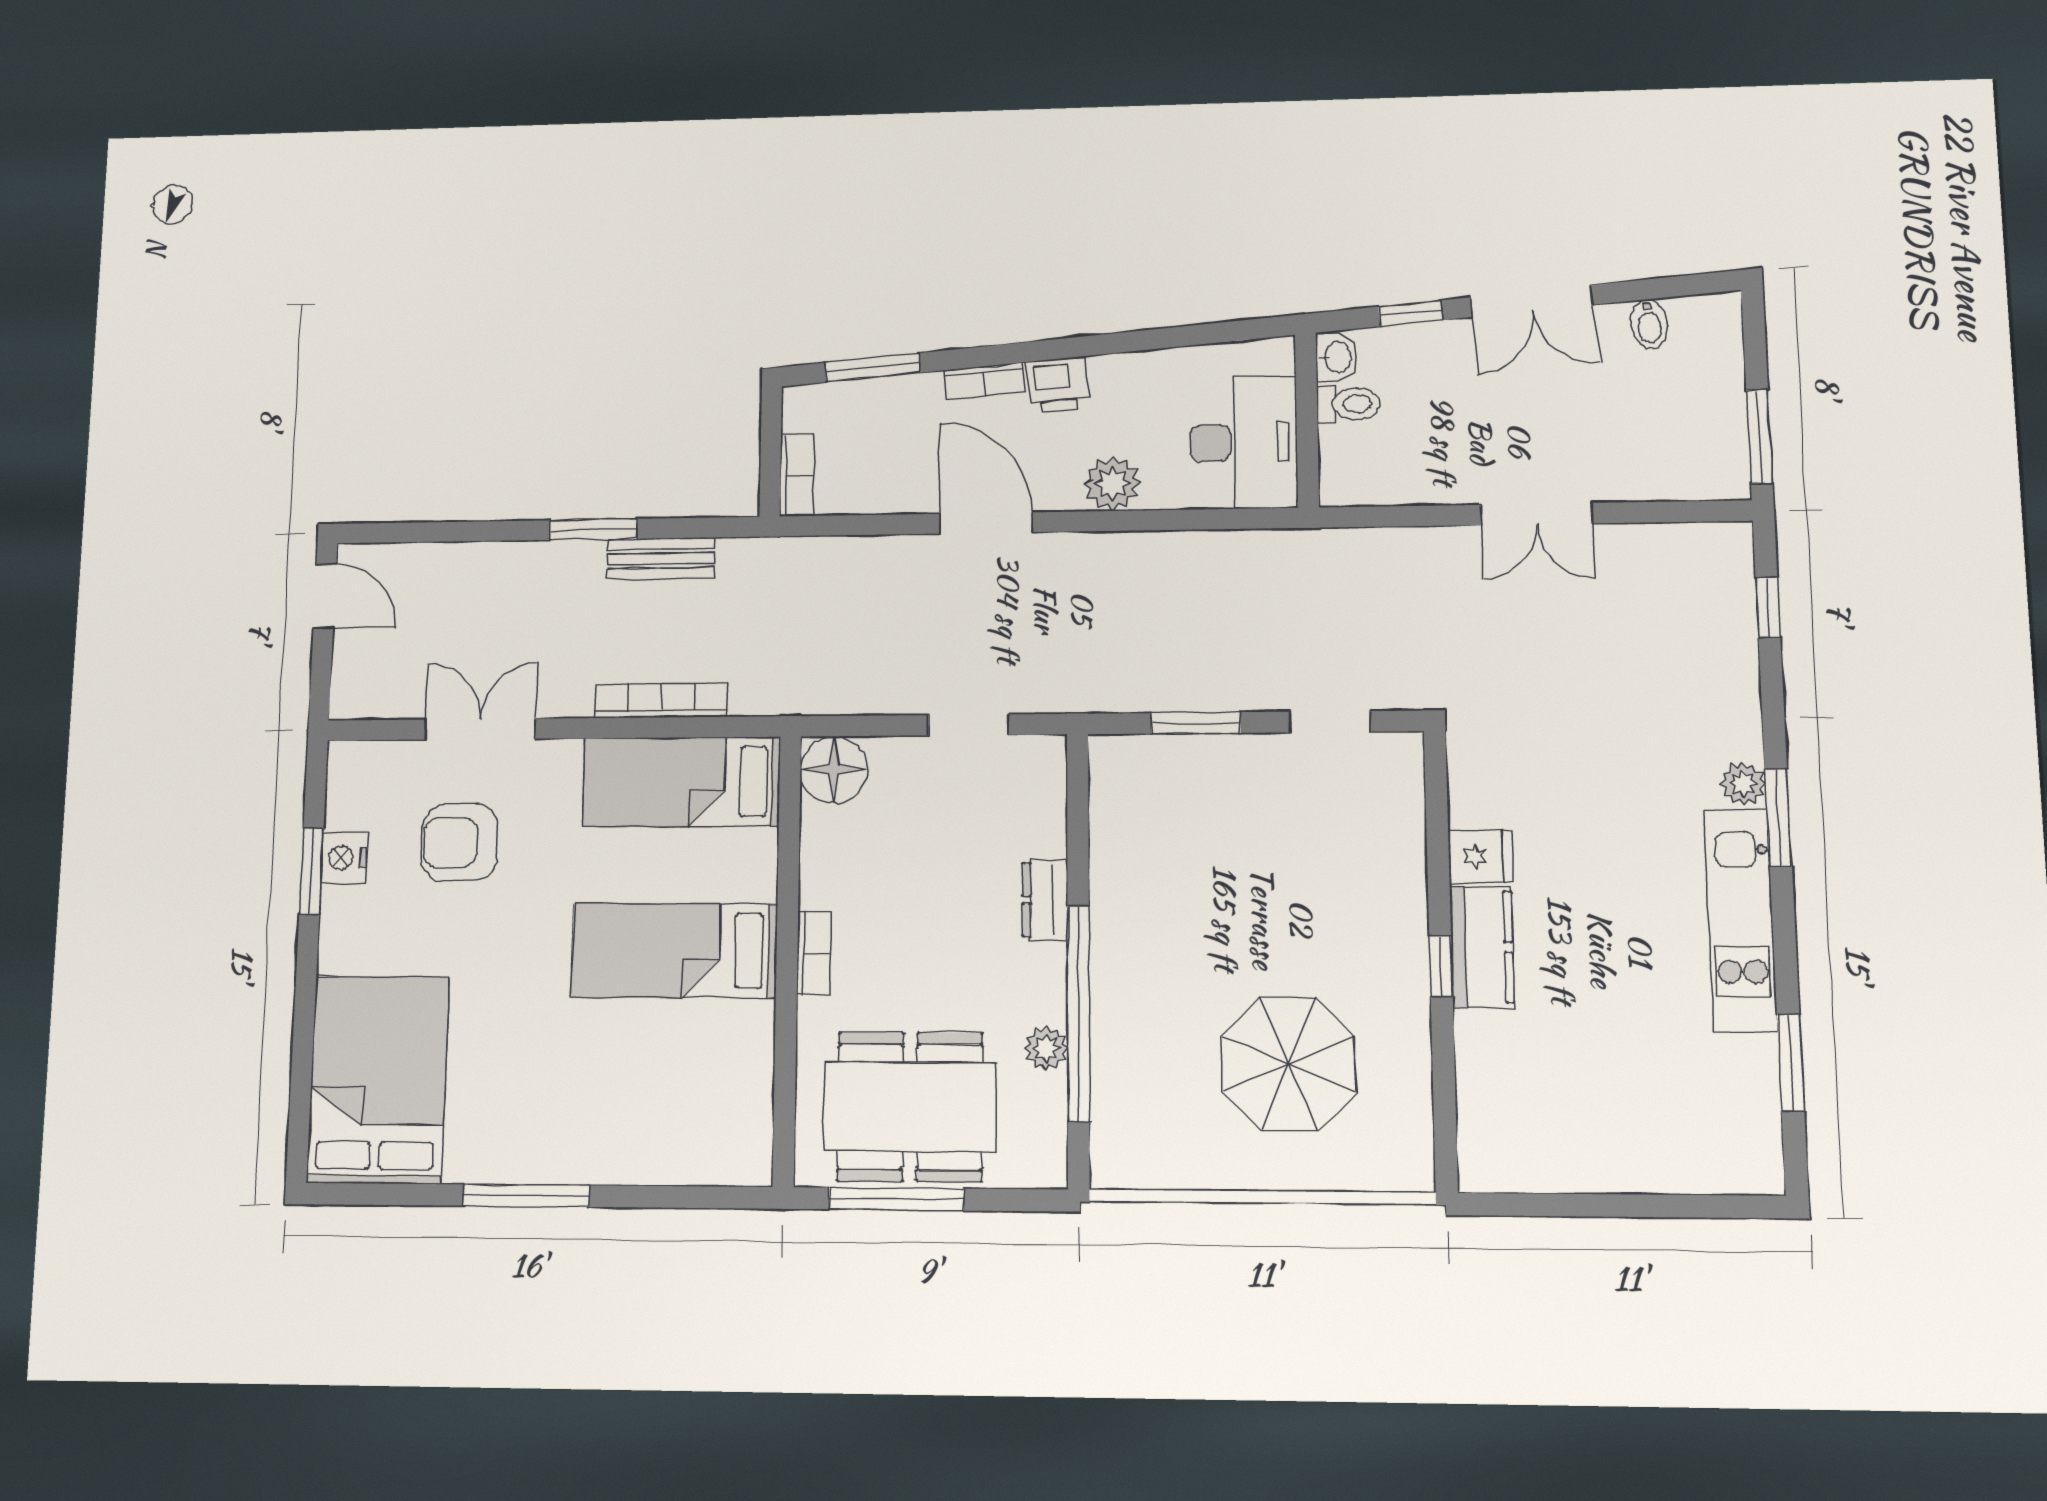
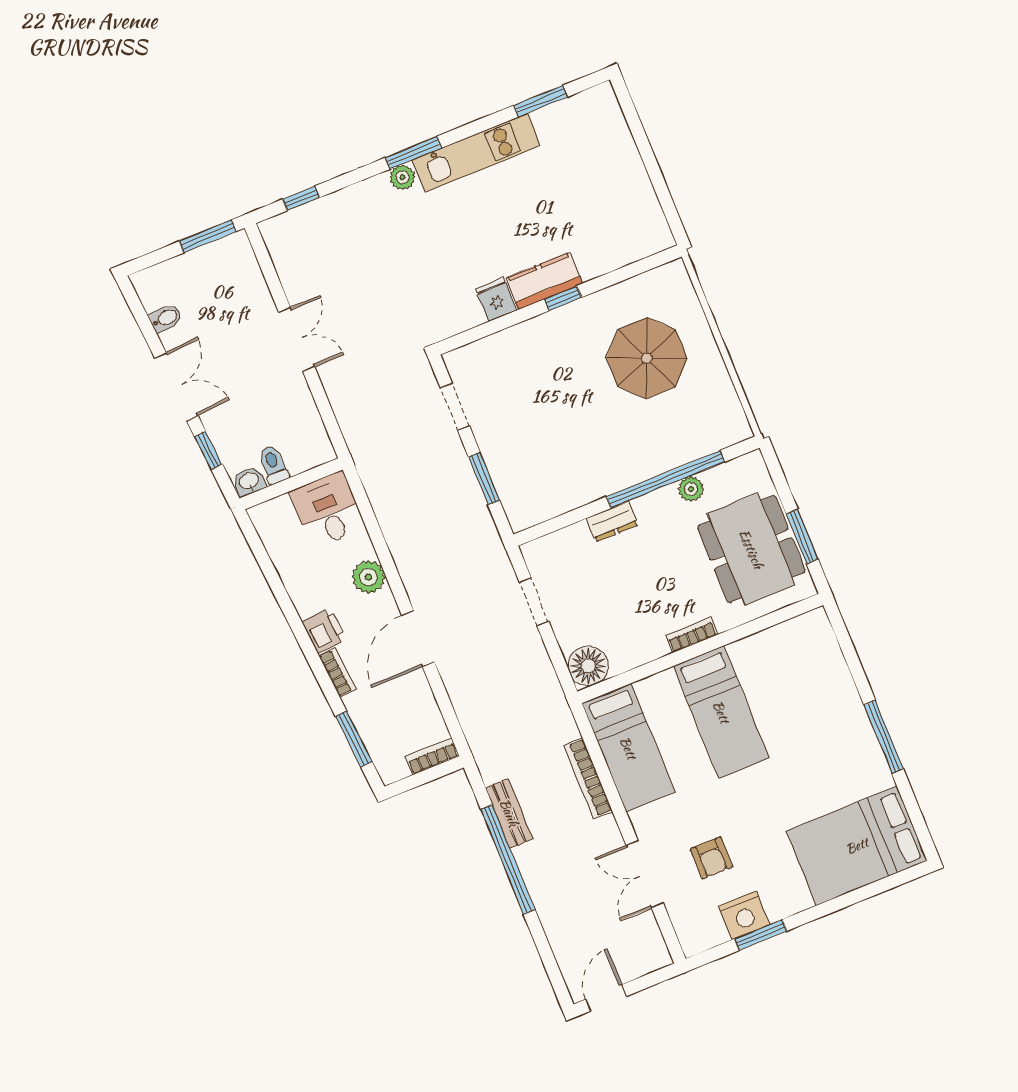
desk: (1243, 443) -> (328, 510), width x0.73
window: (593, 529) -> (508, 859), width x2.11
armchair: (459, 842) -> (711, 858), width x0.72, depth x0.72
nightstand: (344, 858) -> (744, 915), width x1.36, depth x1.33
window: (896, 1199) -> (802, 536), width x0.69

